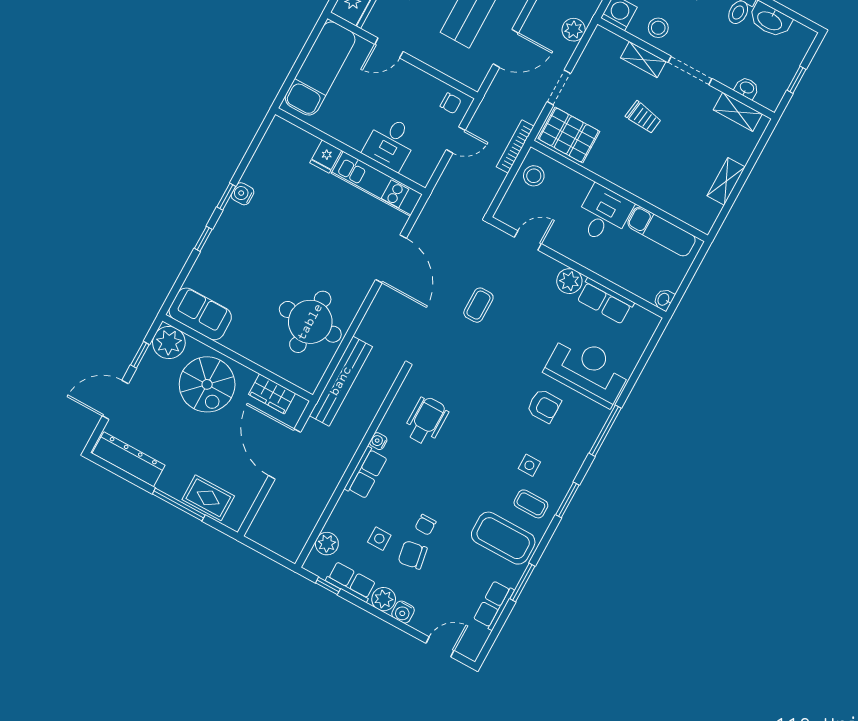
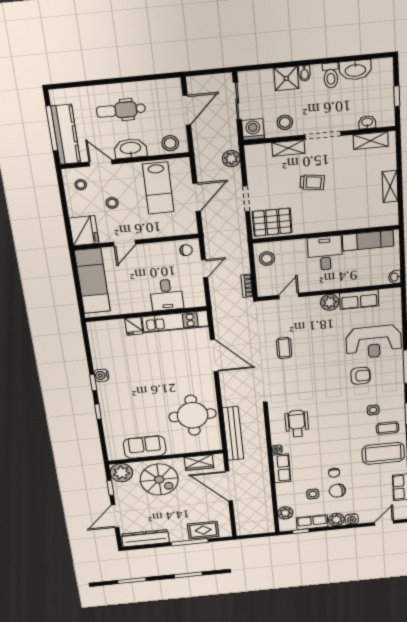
bookcase: (515, 146) -> (247, 286), moved, width x0.64
sofa: (200, 314) -> (145, 447), moved
reception desk: (588, 370) -> (374, 342), turned 180

